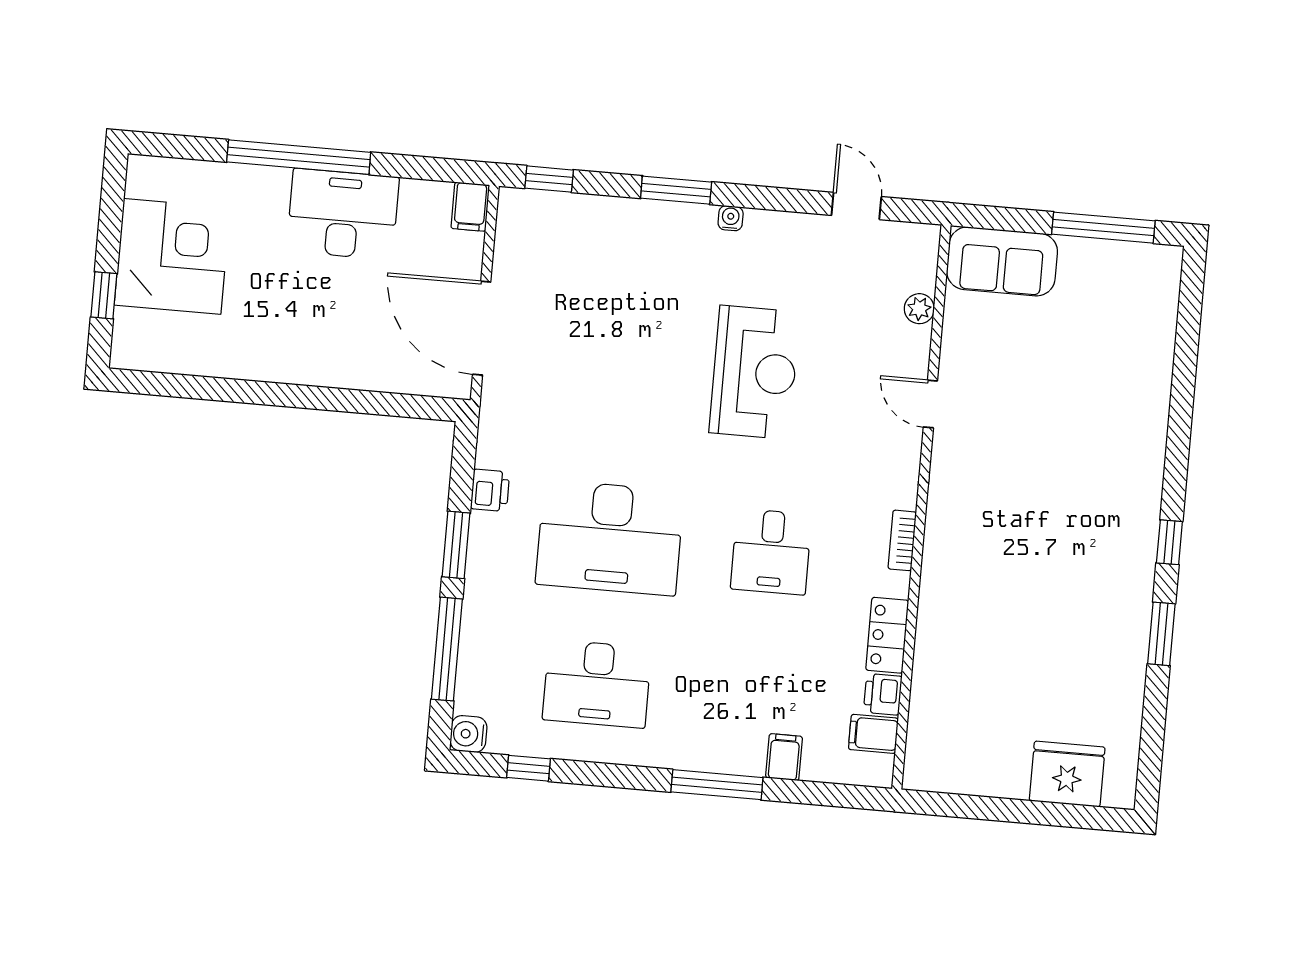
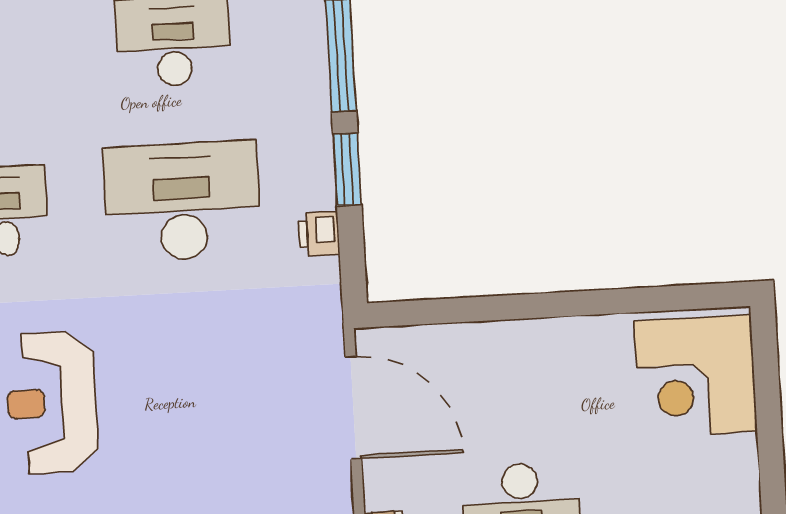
corner desk: (172, 256) -> (696, 376), moved
window: (104, 295) -> (767, 384), removed

